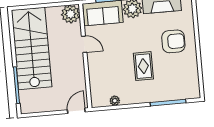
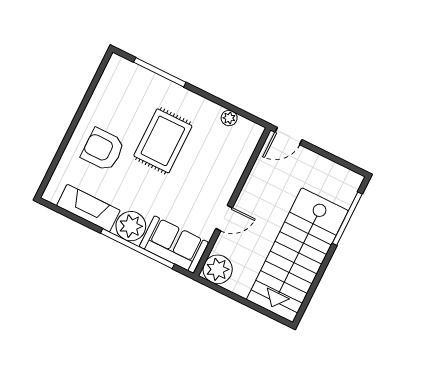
door: (84, 44) -> (224, 218), swing flipped
rug: (143, 66) -> (163, 141), width x1.36, depth x1.43

